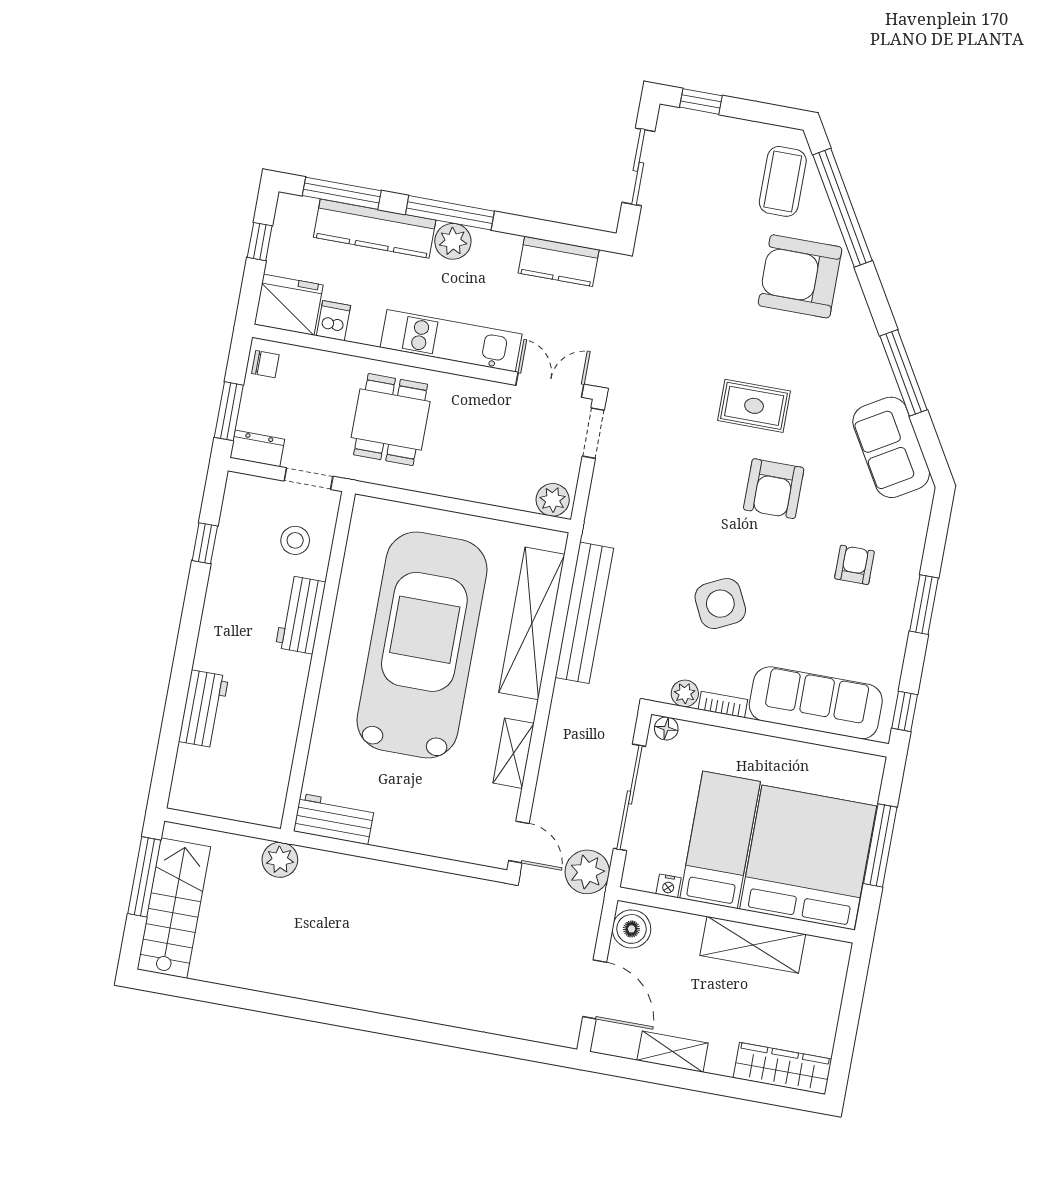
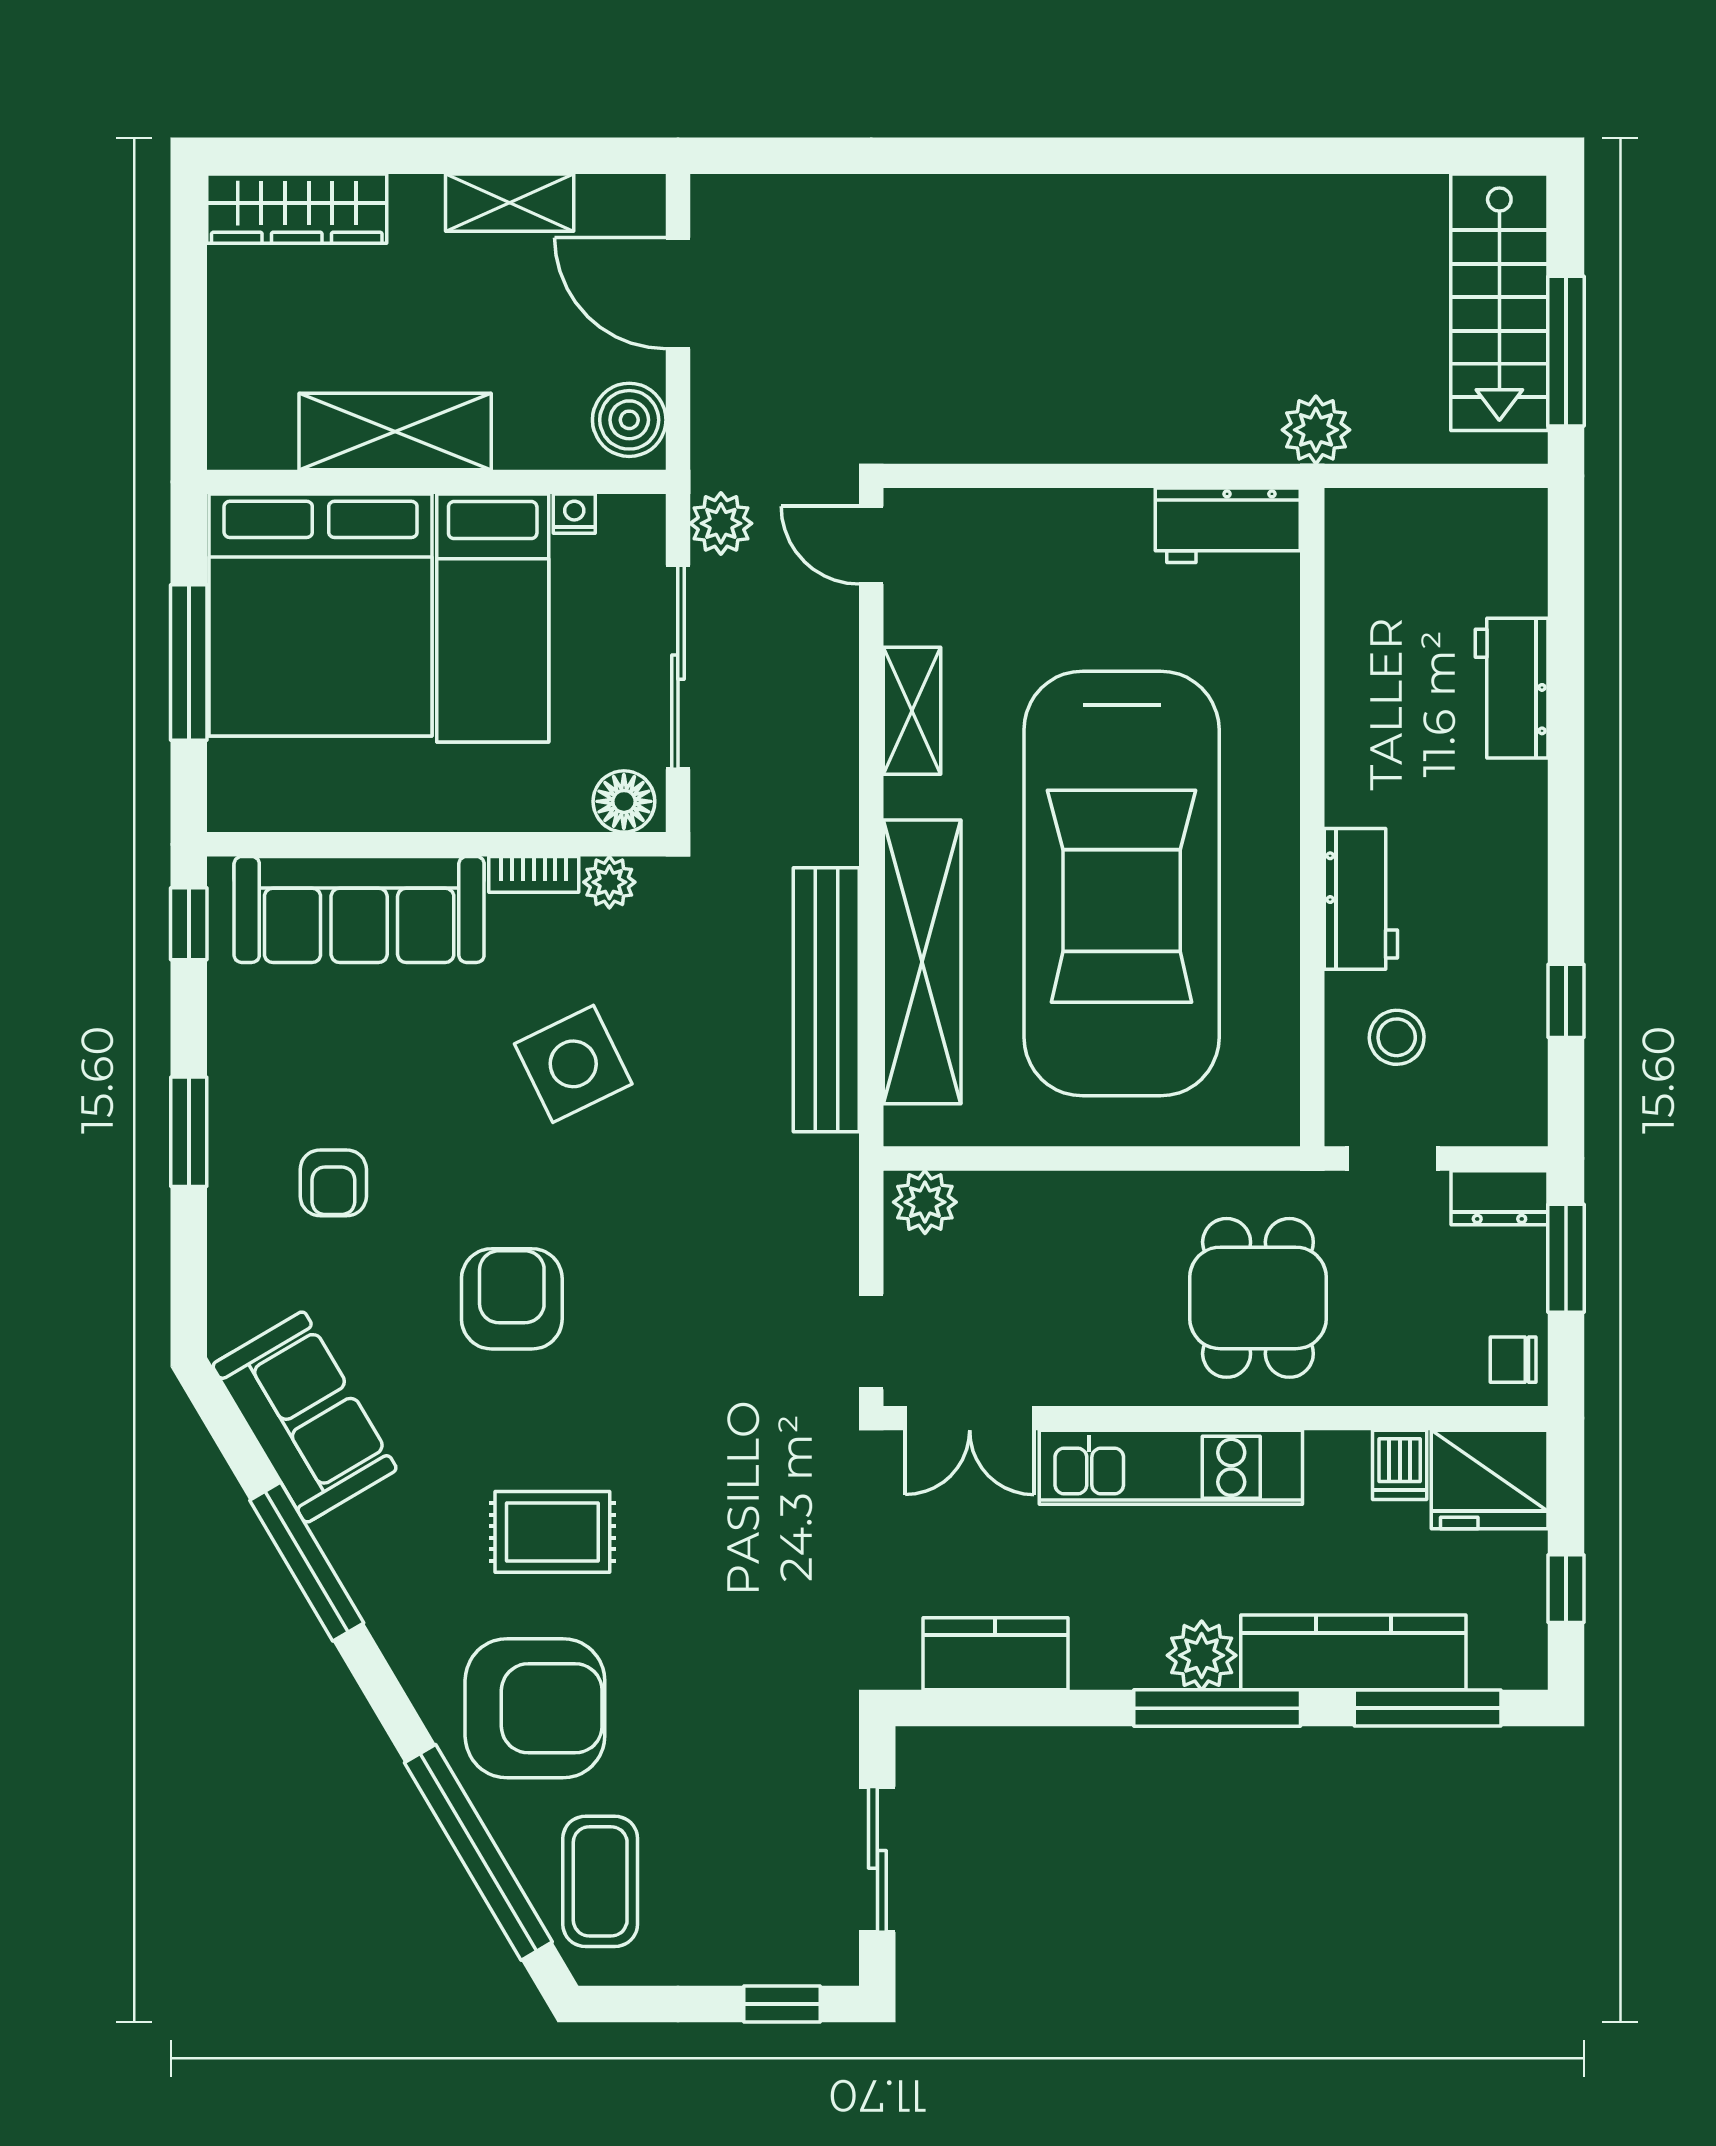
rug: (754, 406) -> (552, 1532), moved
floor lamp: (666, 728) -> (624, 801), width x1.37, depth x1.37
plant: (587, 872) -> (721, 523), width x0.73, depth x0.73

